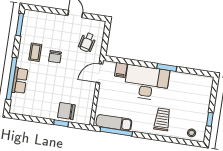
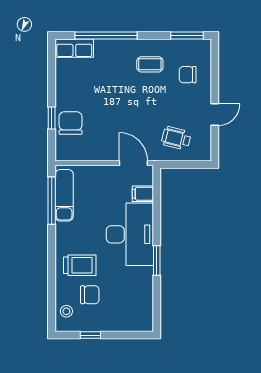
chair: (55, 57) -> (188, 75), moved
row of seats: (20, 81) -> (74, 48), moved
chair: (183, 116) -> (90, 295), added

